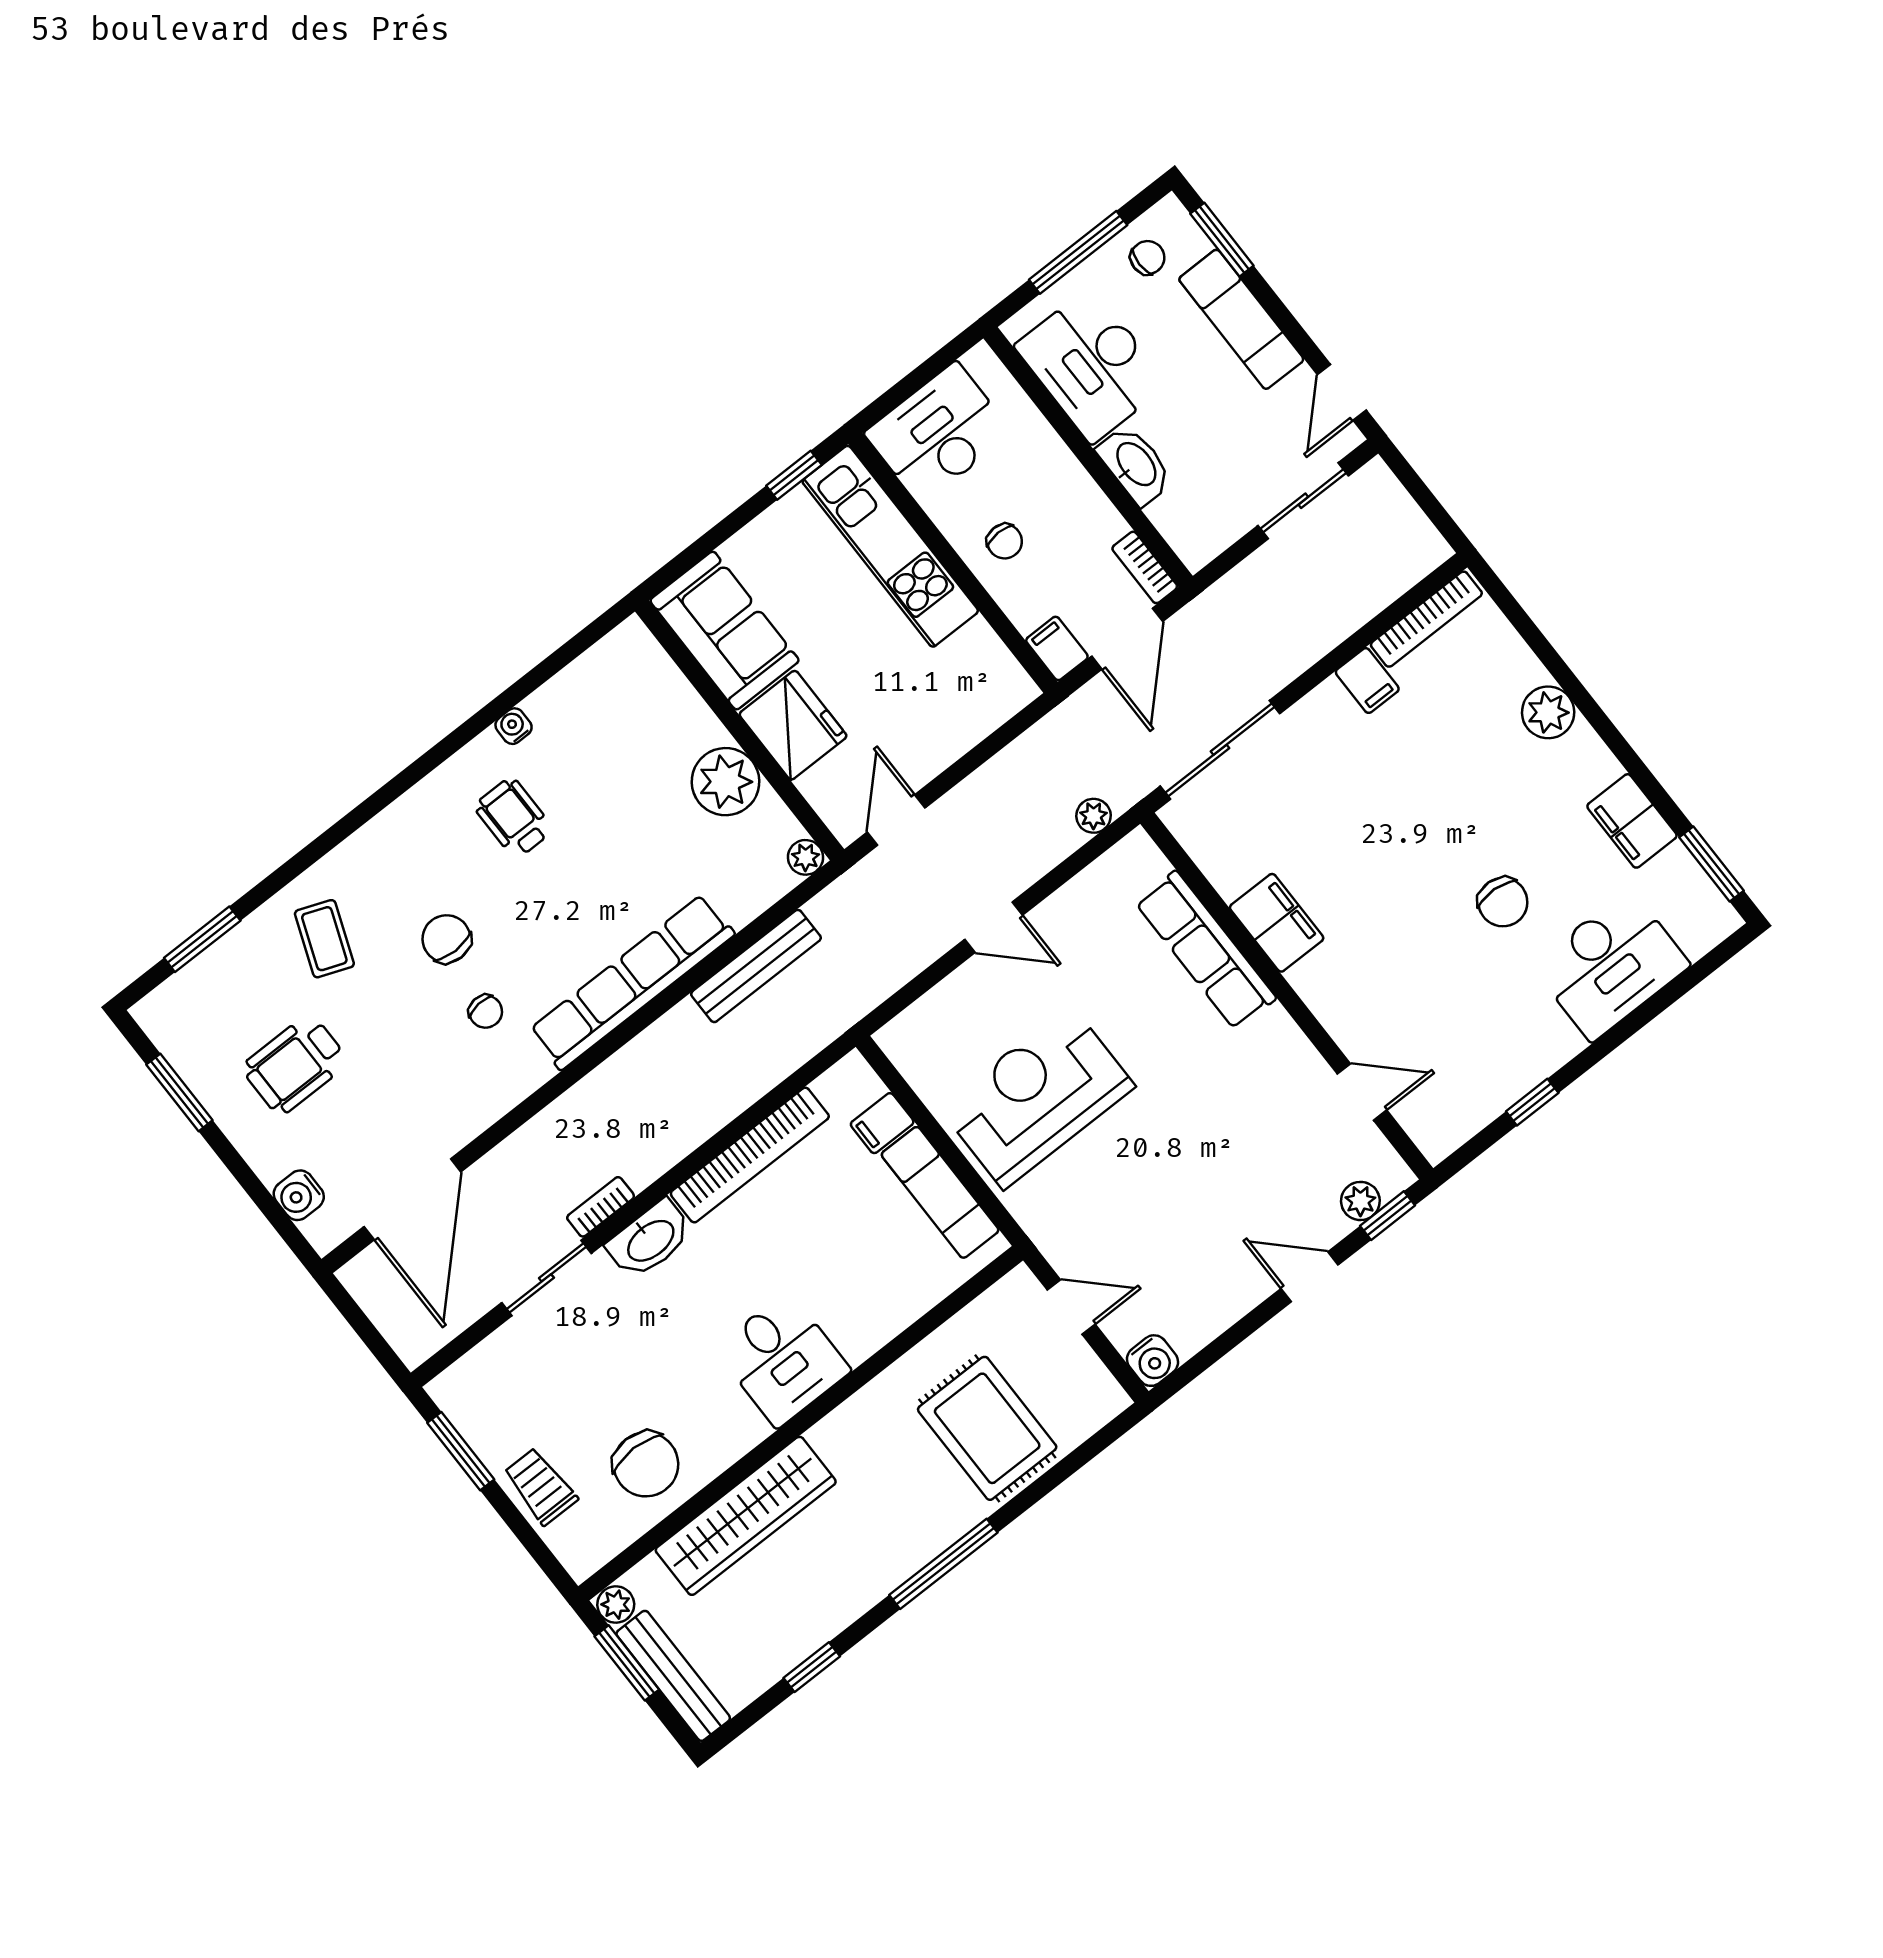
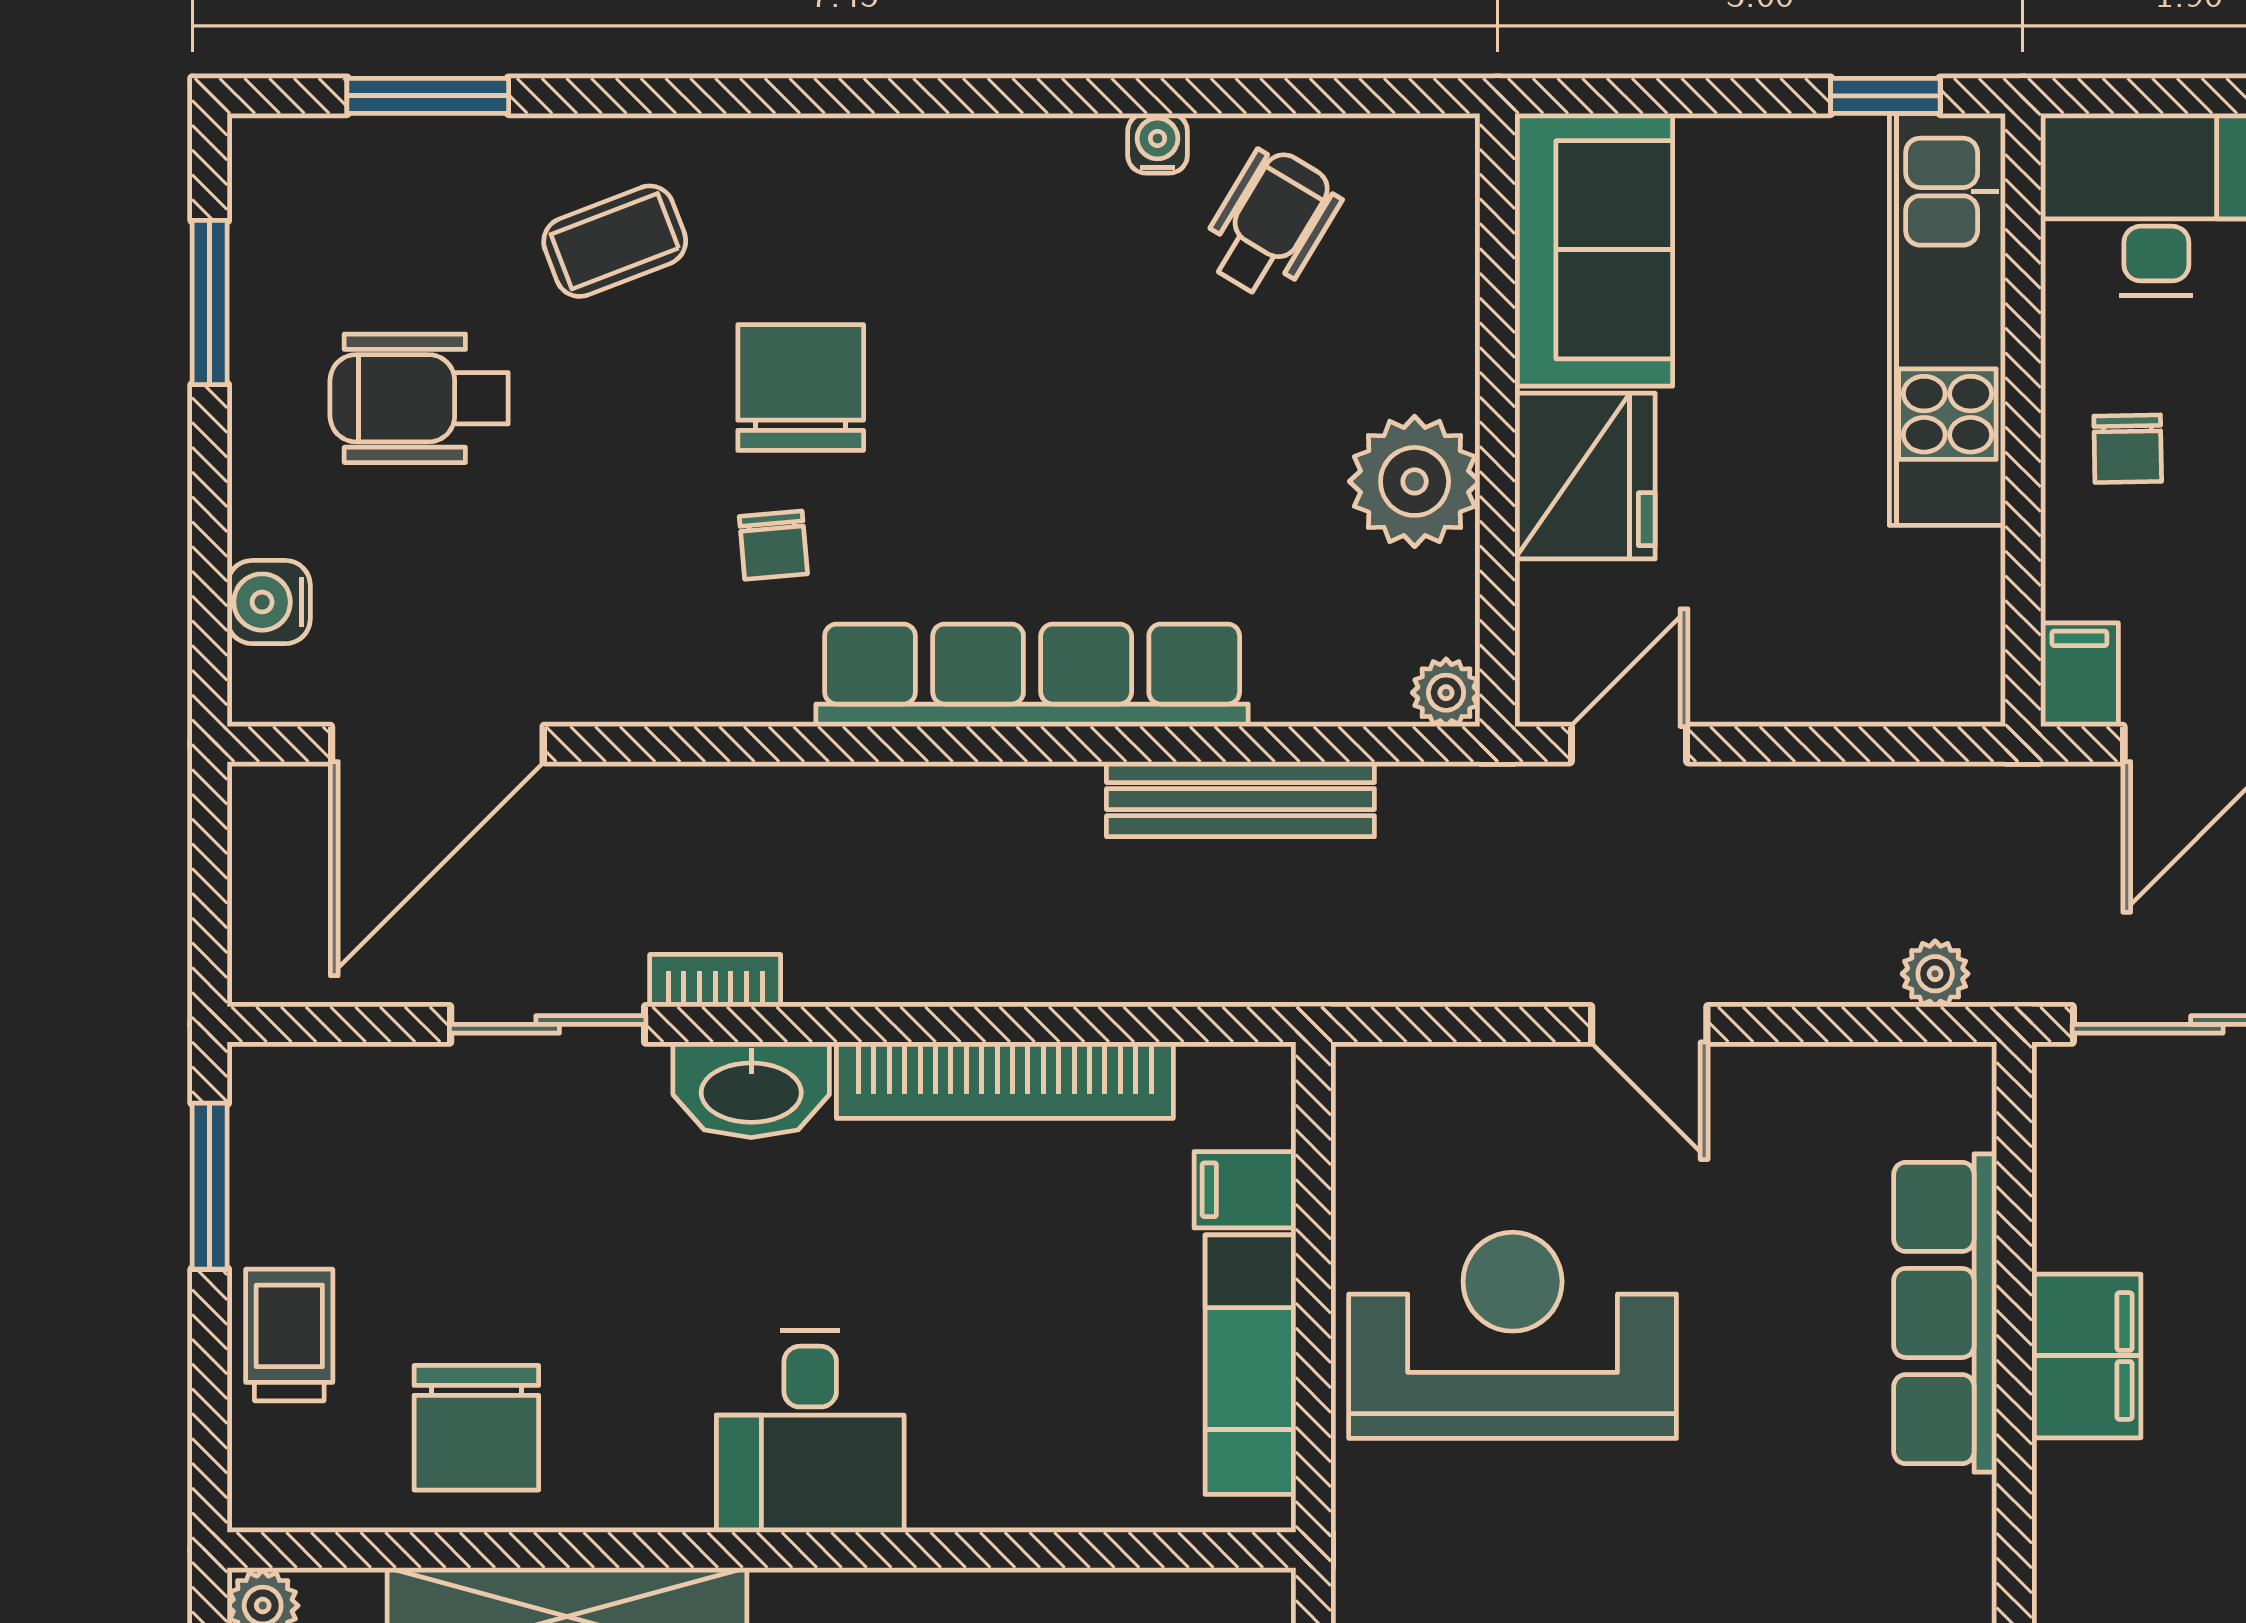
wheelchair: (514, 818) -> (1271, 223), moved, turned 31
coffee table: (324, 939) -> (615, 241), turned 48
chair: (446, 939) -> (801, 387), width x1.37, depth x1.37

